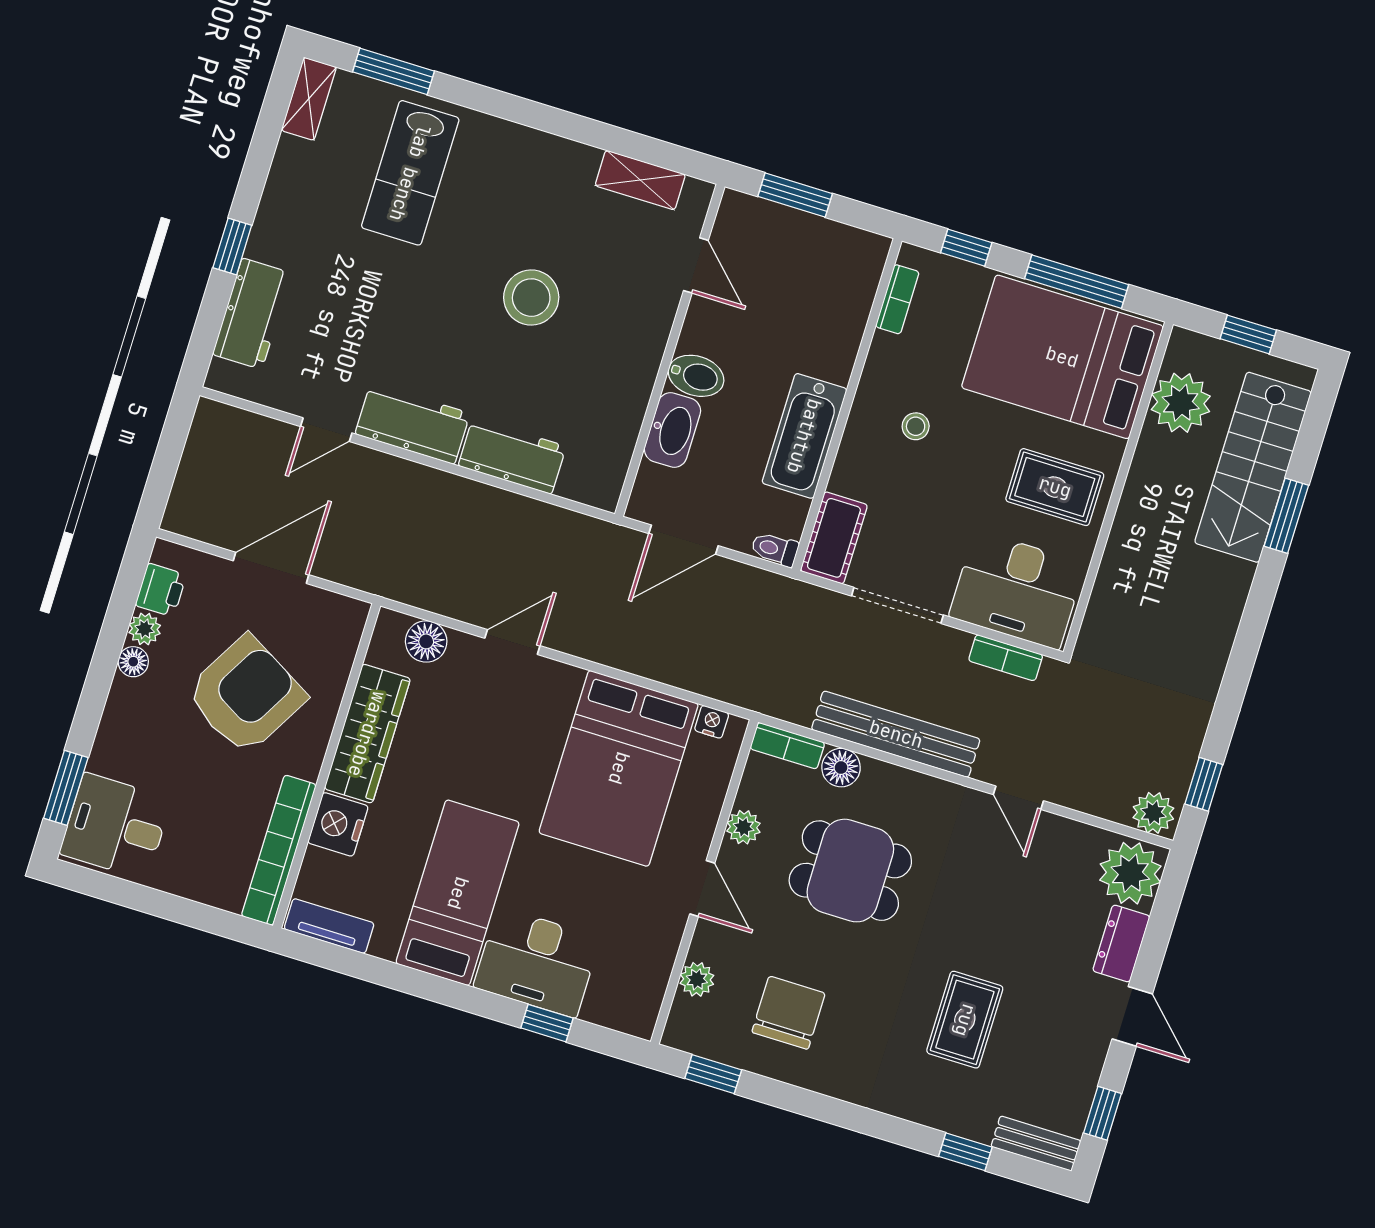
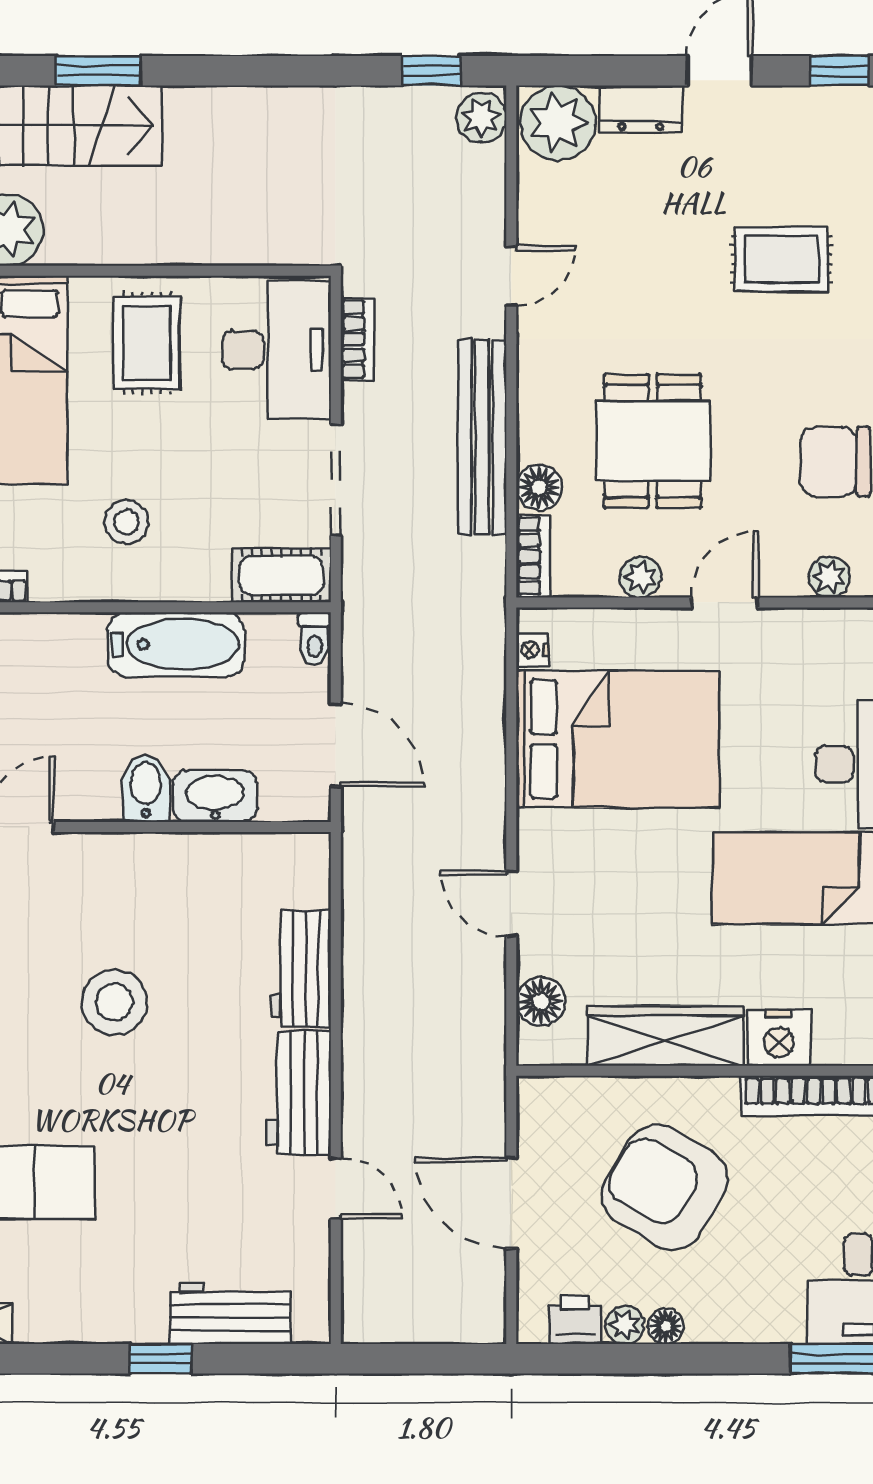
stool: (916, 426) -> (126, 522), width x1.37, depth x1.37

